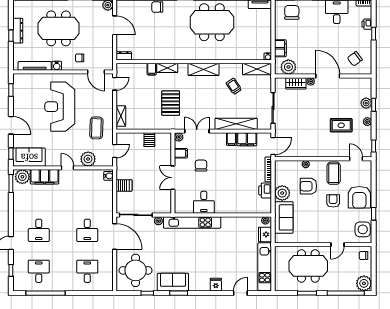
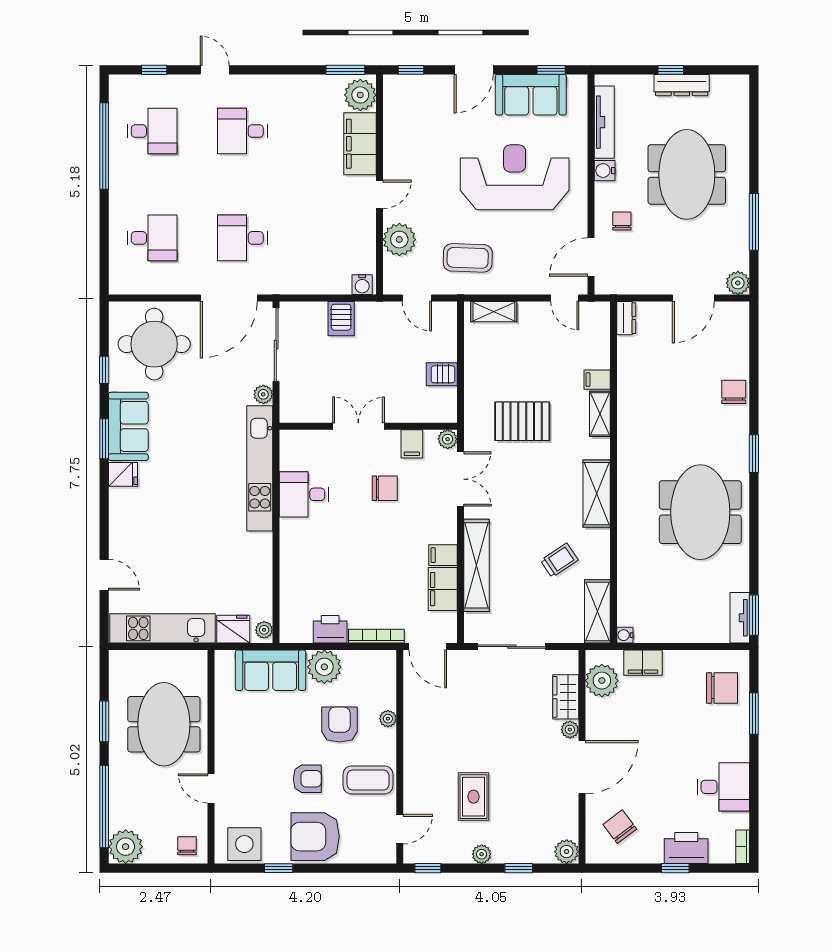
printer: (367, 24) -> (686, 848), width x1.87, depth x1.48
plant: (366, 103) -> (567, 852), moved
sofa: (29, 157) -> (531, 95), moved, turned 90
fridge: (216, 285) -> (123, 474), moved

